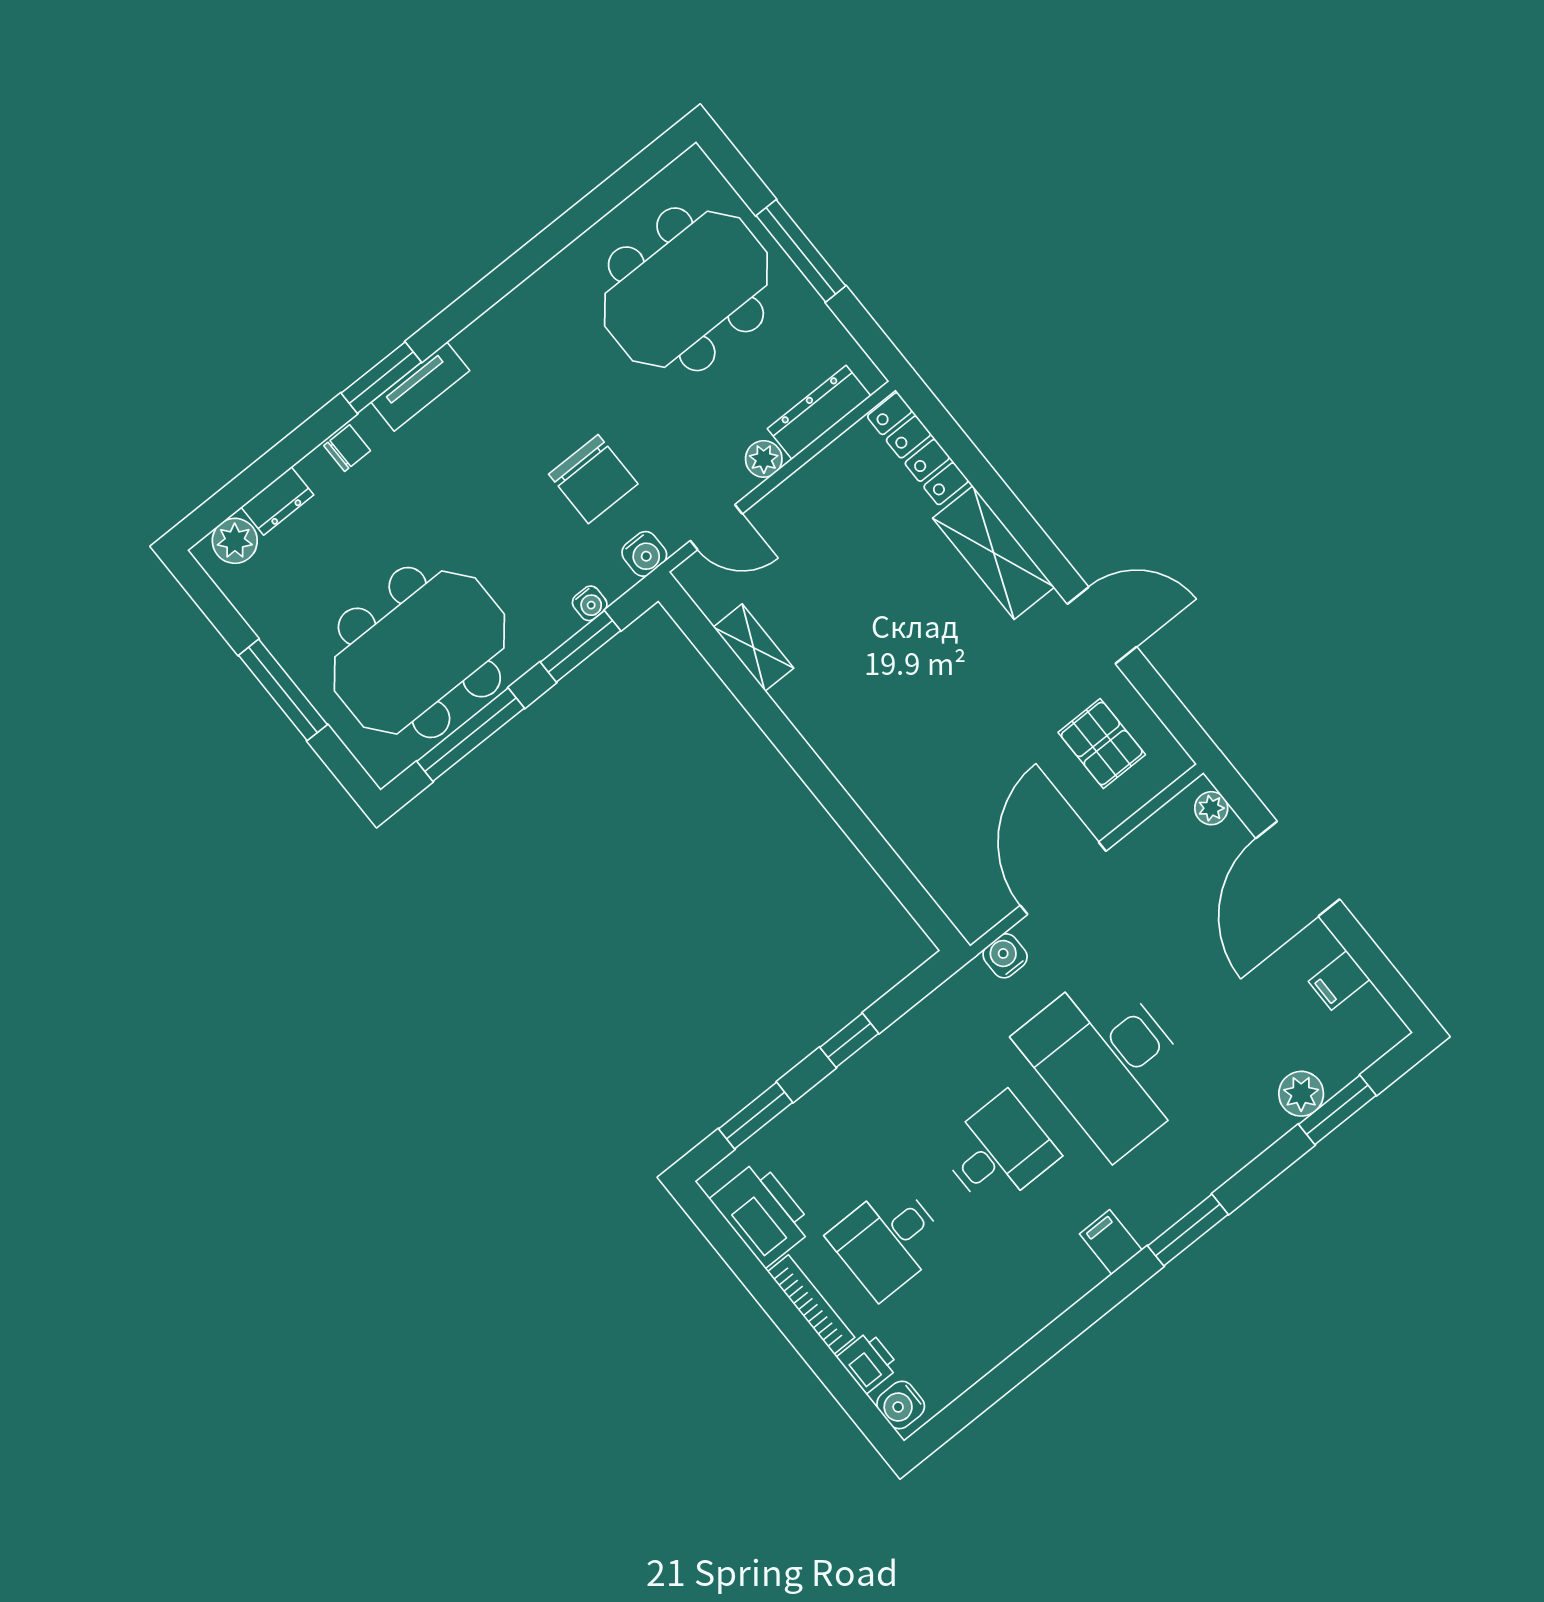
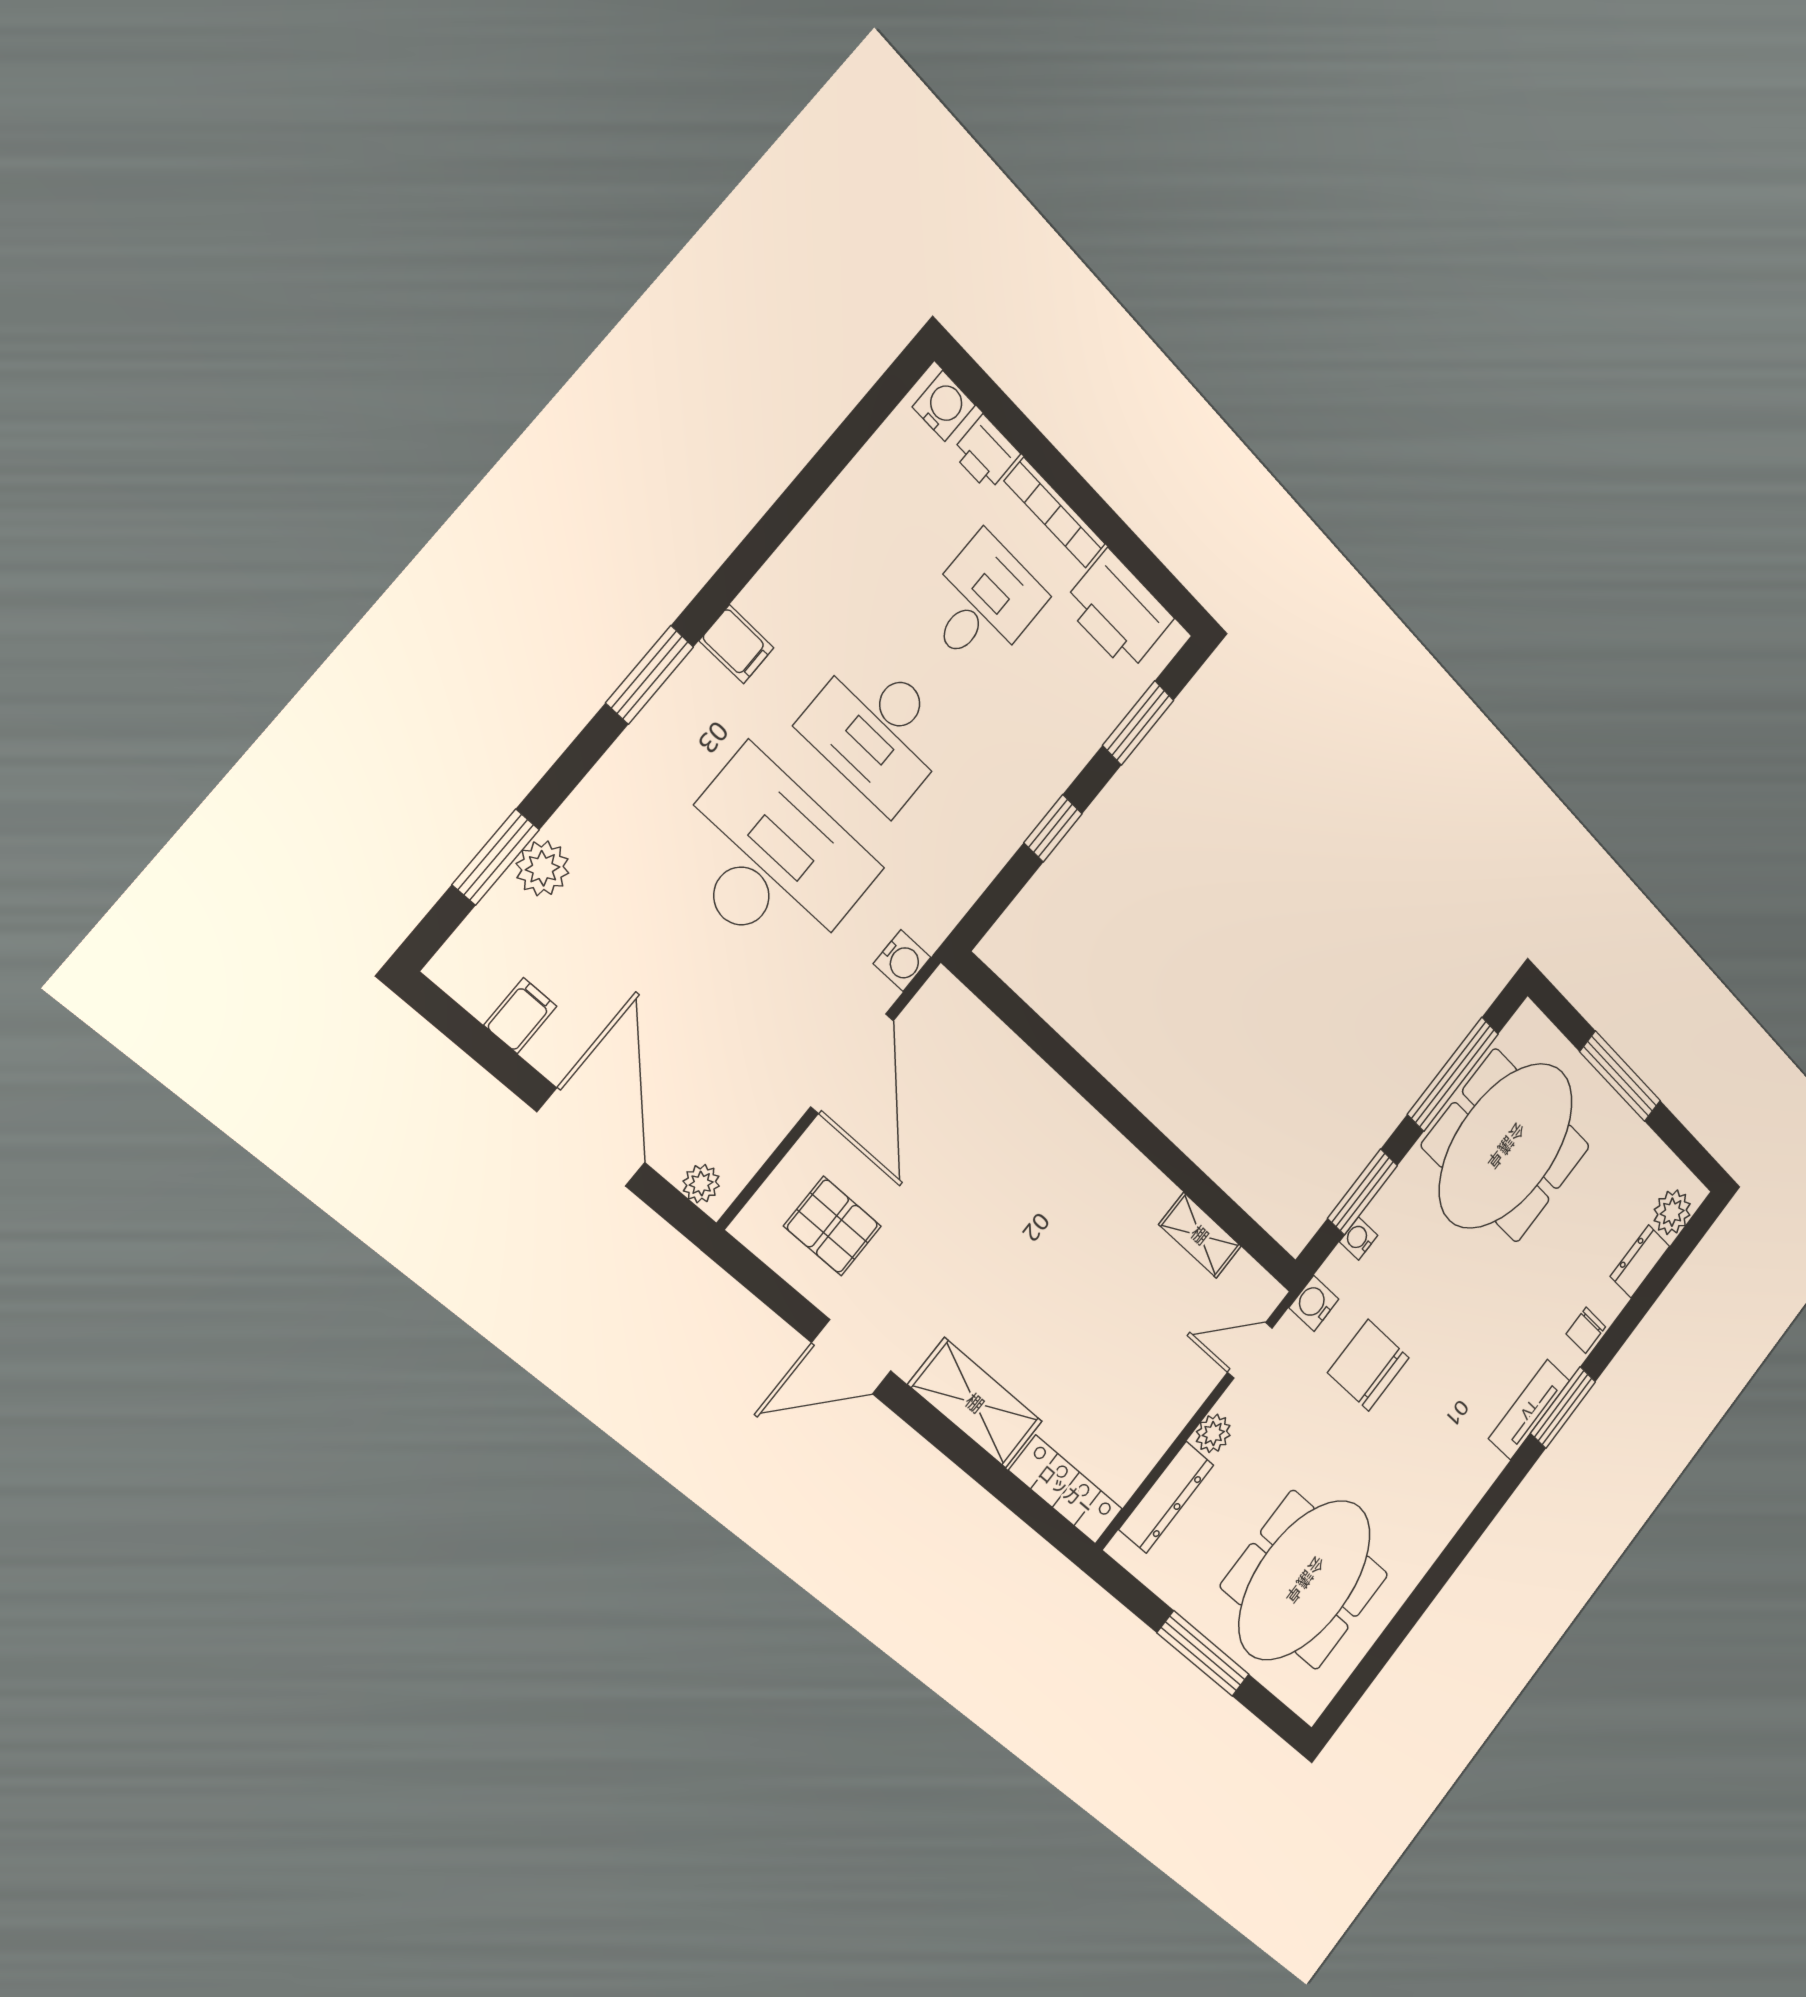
desk: (998, 1151) -> (878, 731), width x1.37

